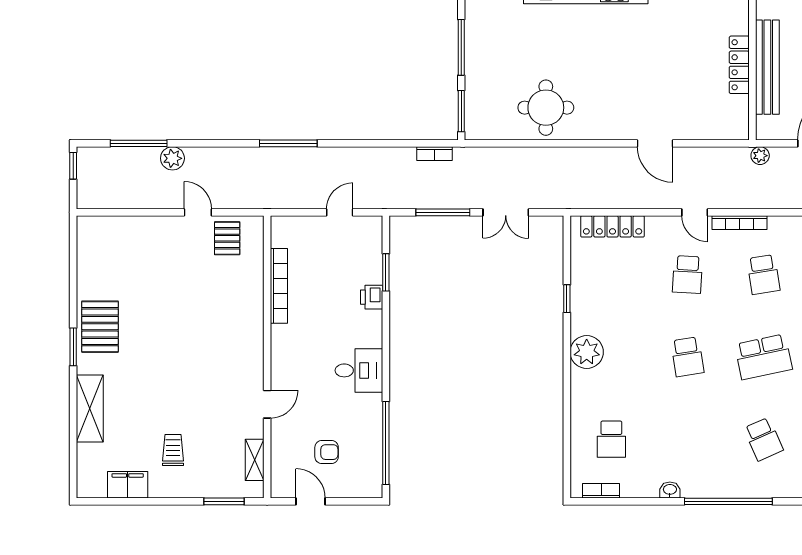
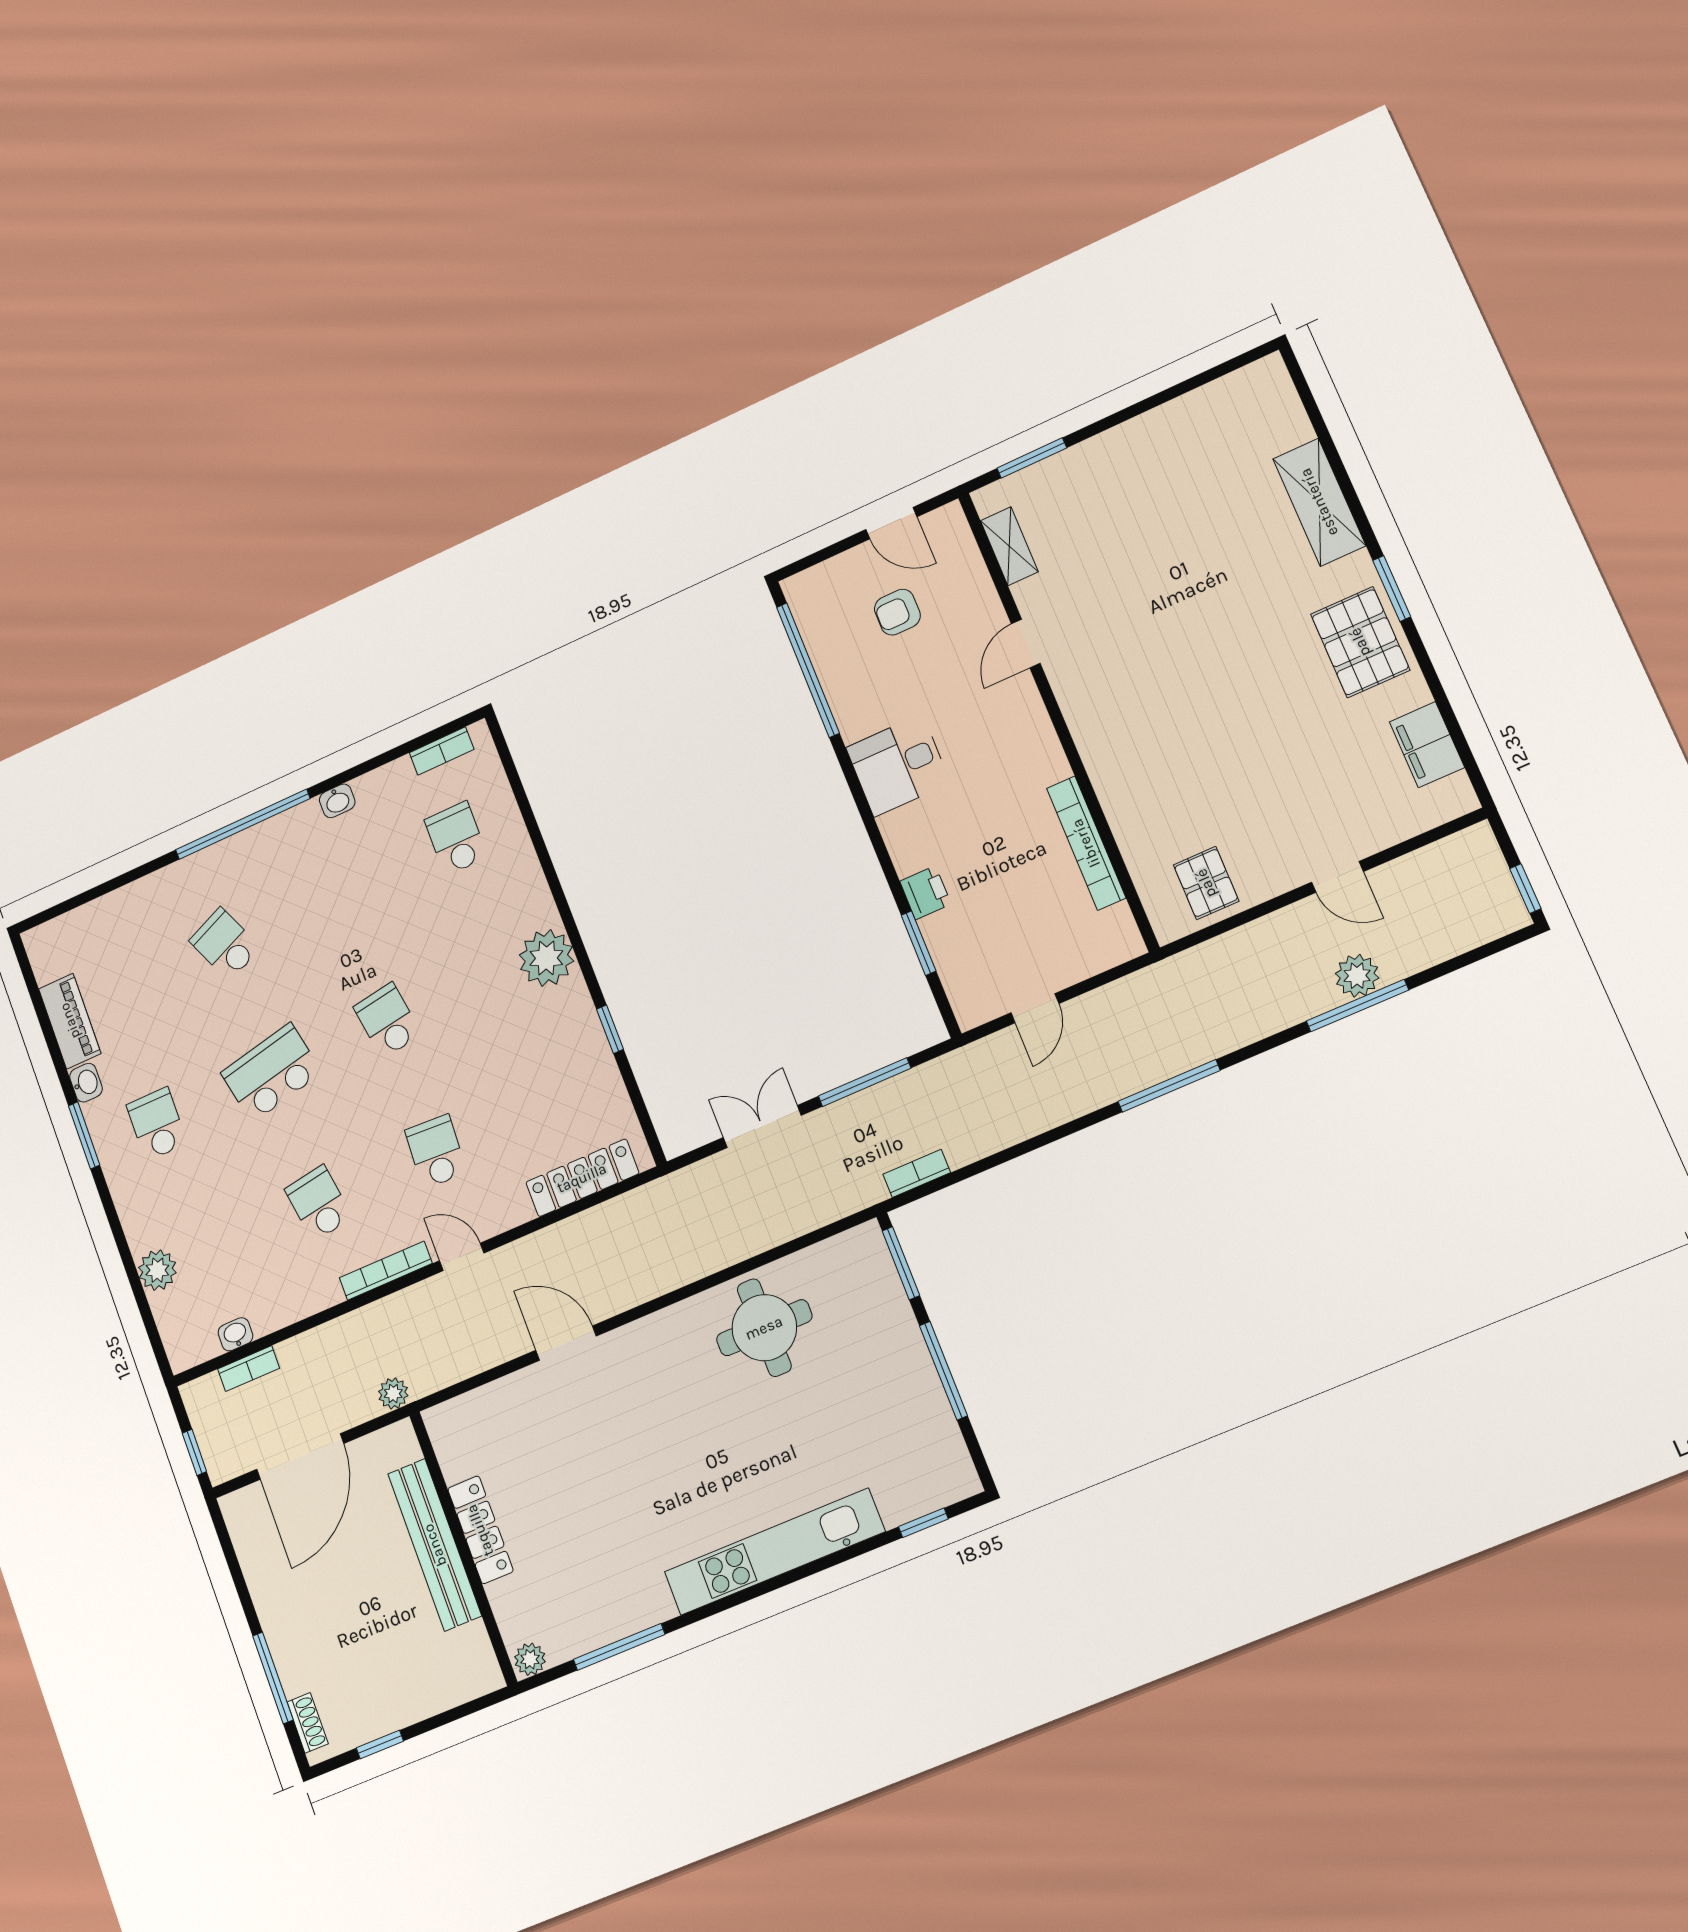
window: (139, 143) -> (1357, 1006), moved
door: (198, 212) -> (1337, 877), moved
trolley: (173, 450) -> (1150, 500), removed
filing cabinet: (128, 485) -> (1427, 745), moved, turned 90

